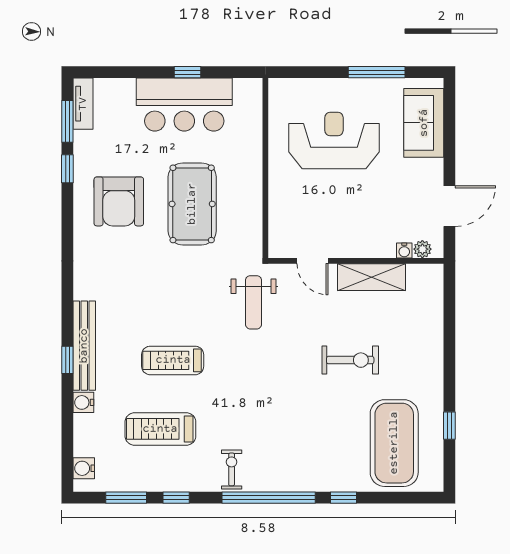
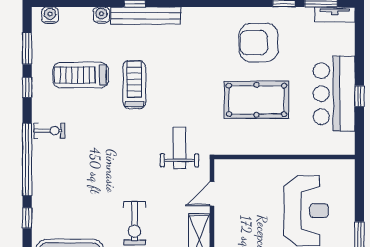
weight bench: (253, 302) -> (180, 148), turned 90
treadmill: (160, 429) -> (81, 75), turned -90

